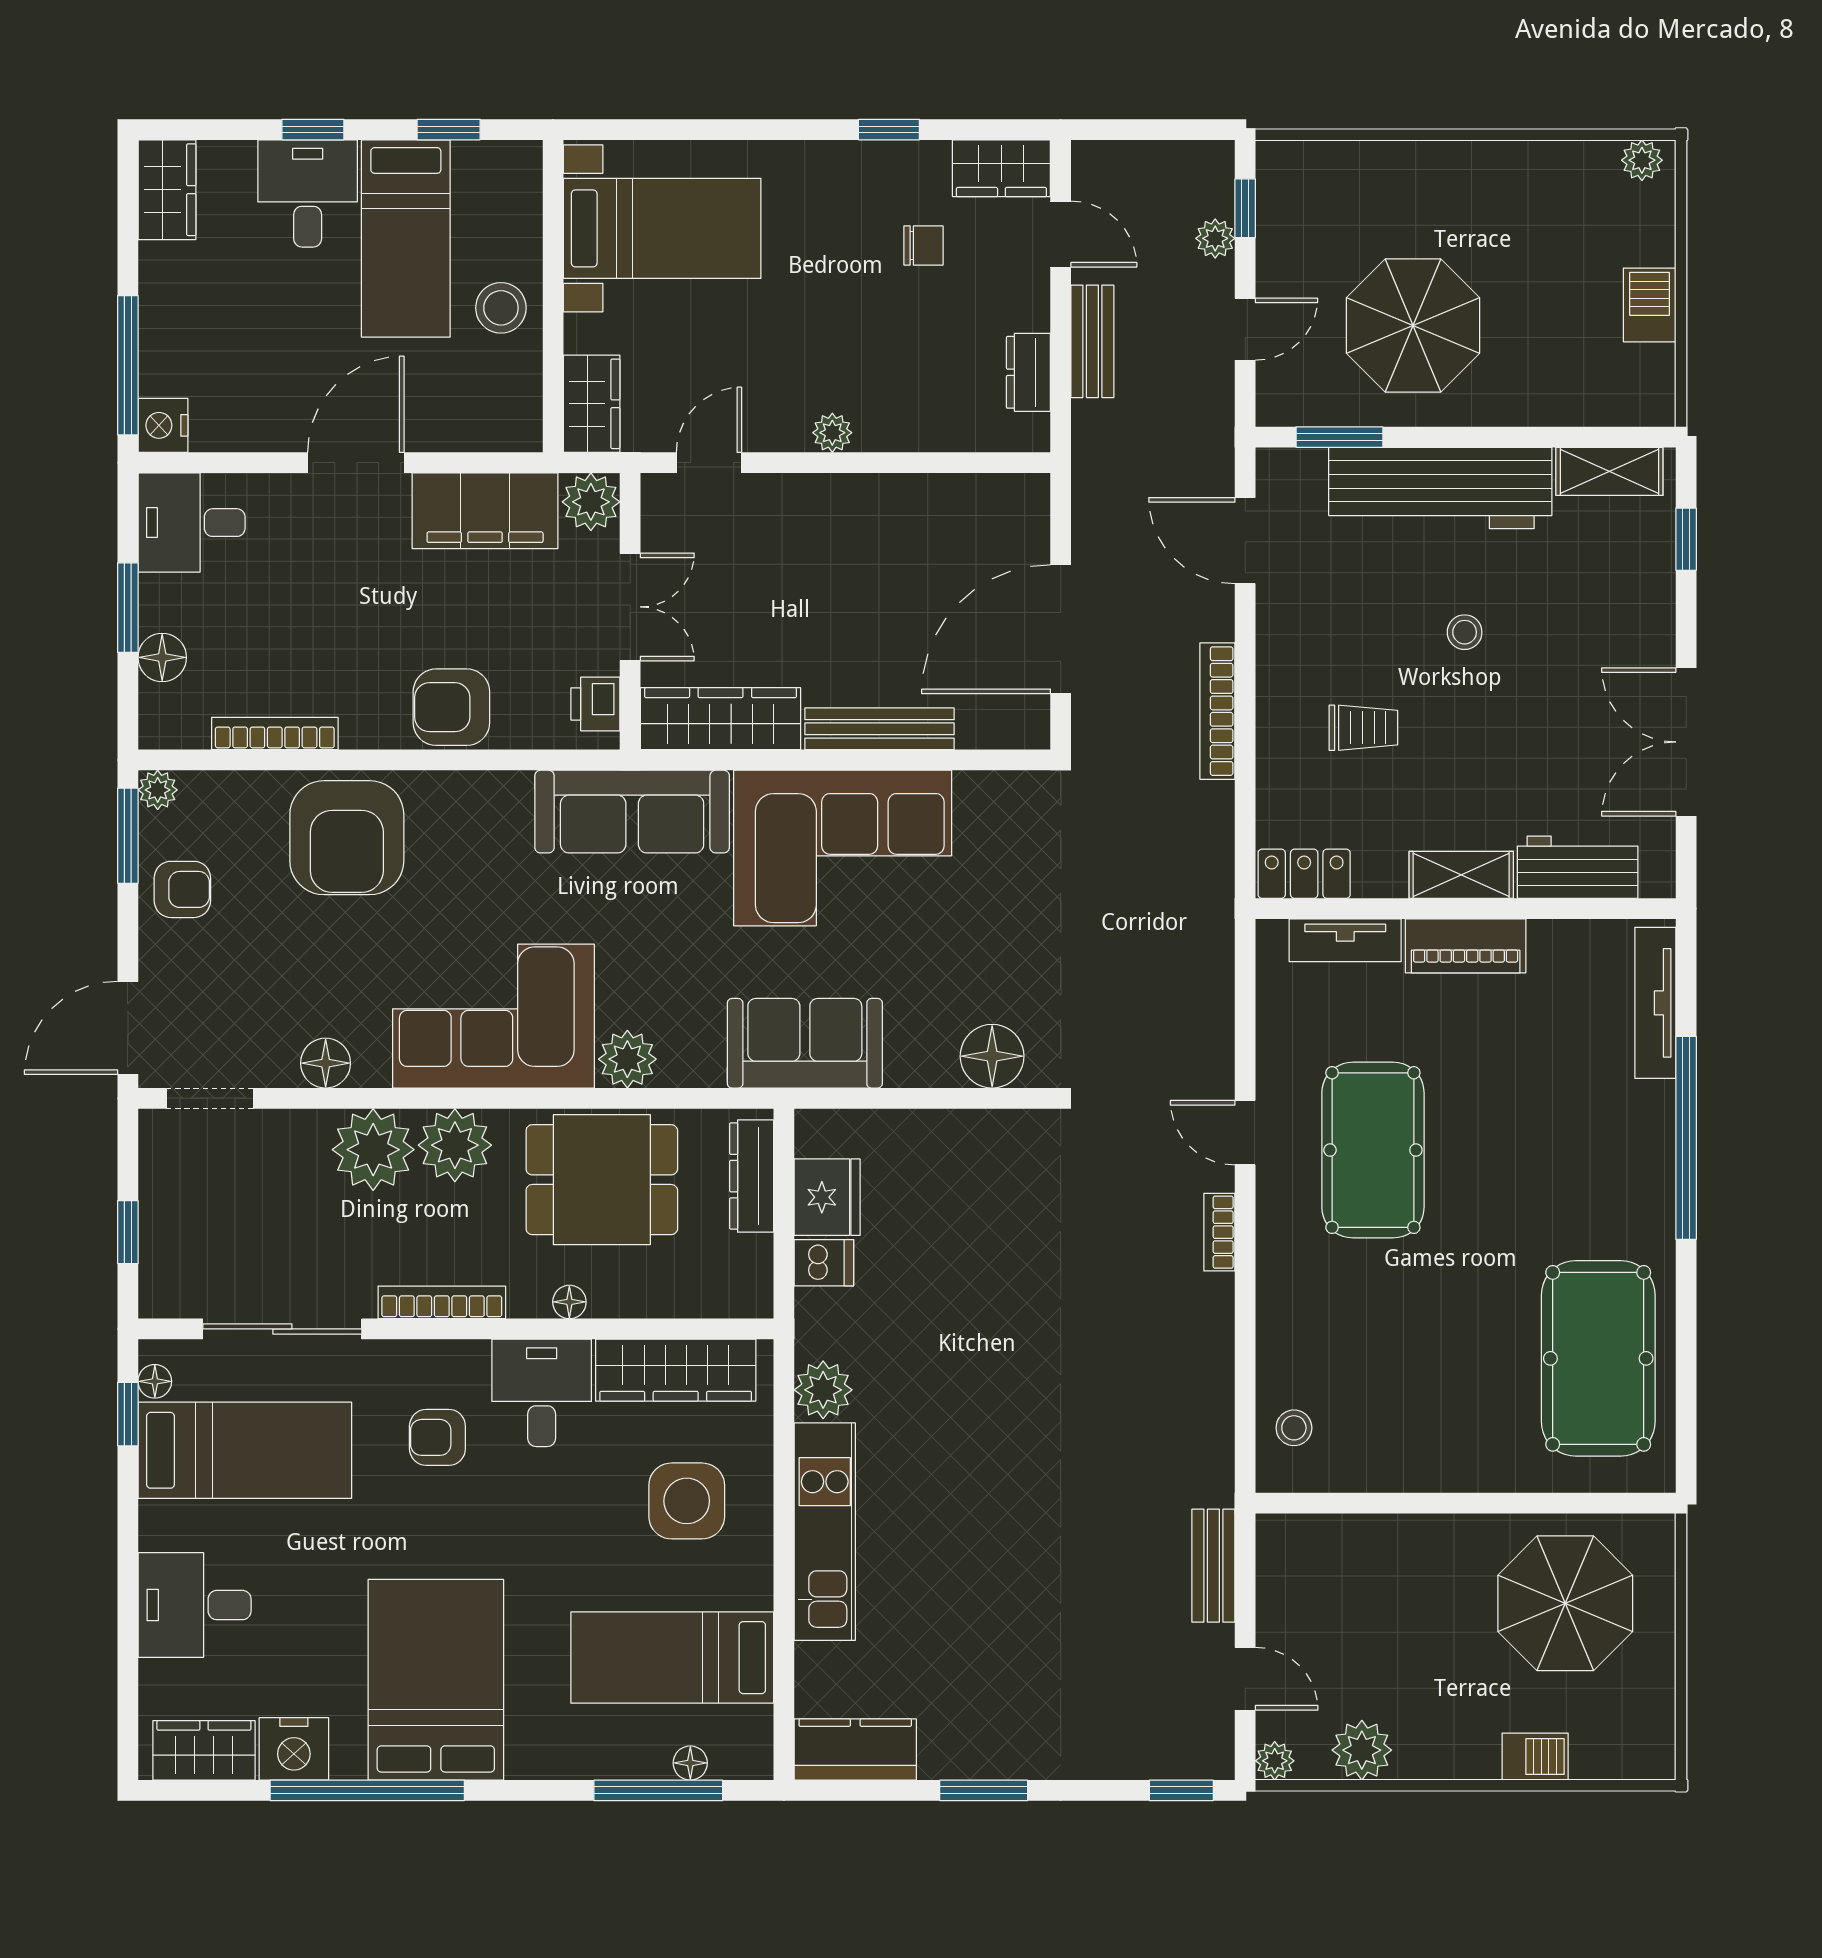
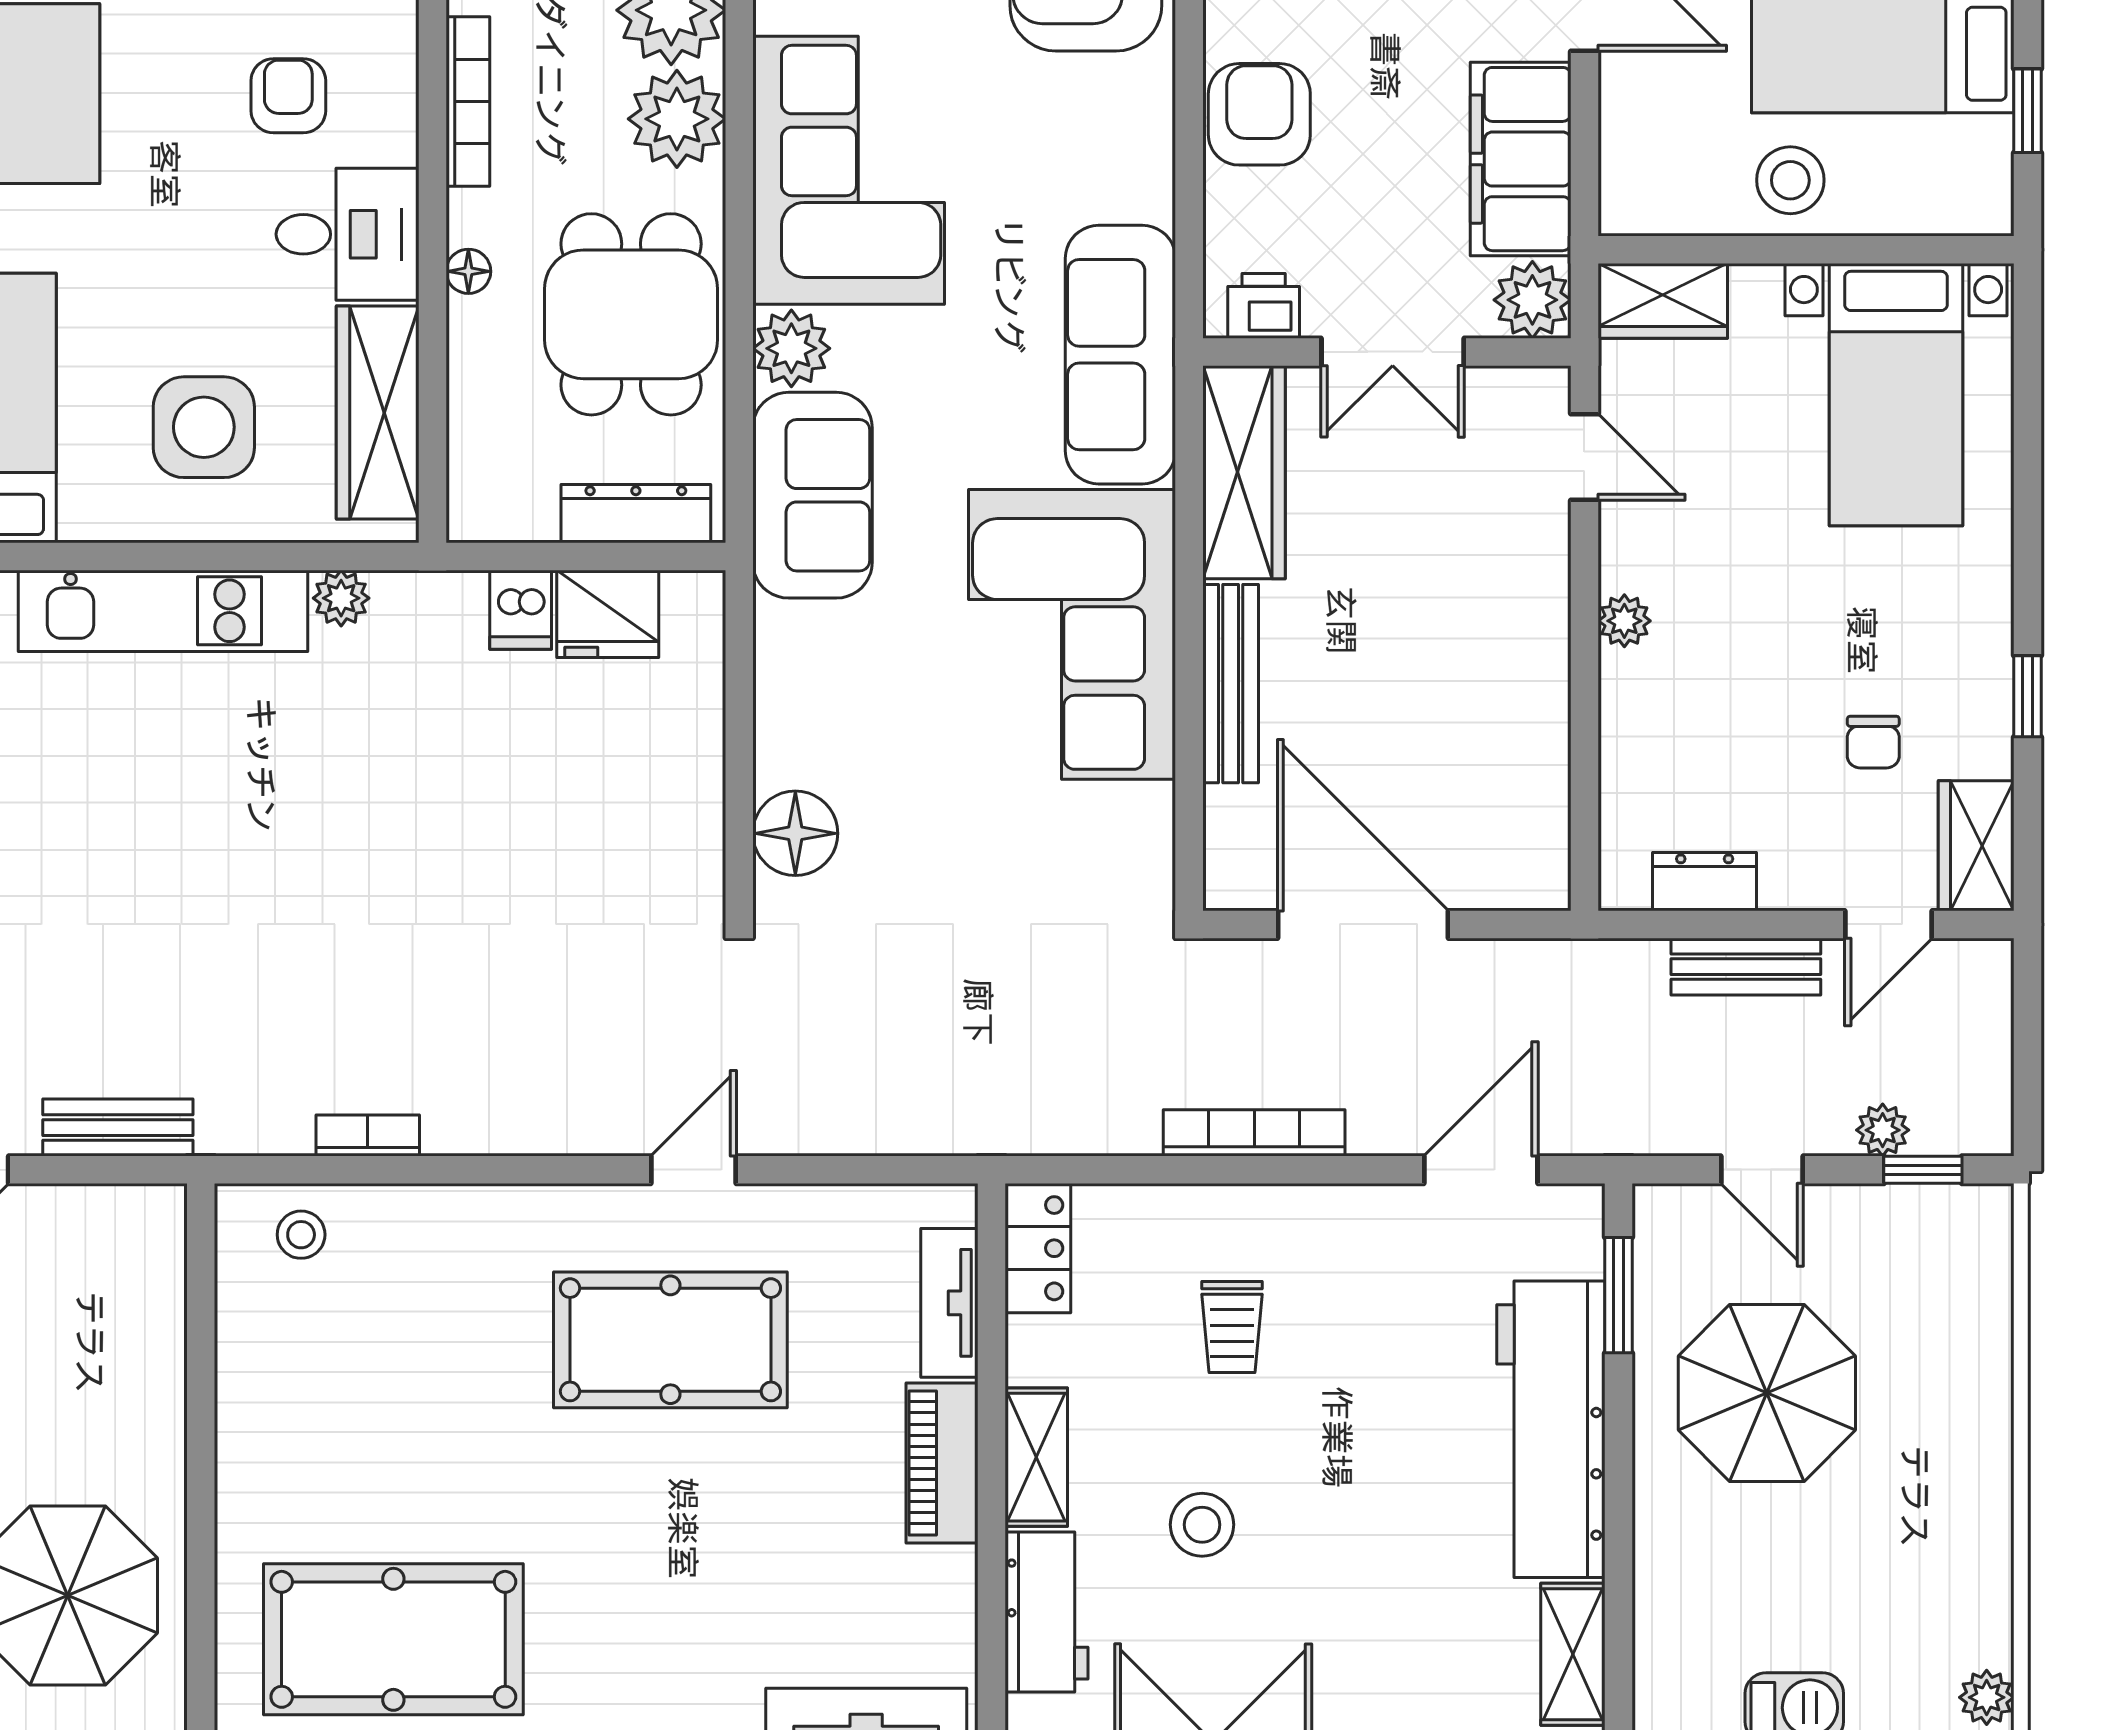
stool: (1465, 632) -> (1202, 1525), moved, width x1.37, depth x1.37
sofa: (805, 1043) -> (812, 495), moved
bookcase: (1219, 1232) -> (368, 1136), moved
plant: (823, 1390) -> (341, 598), width x0.73, depth x0.73

